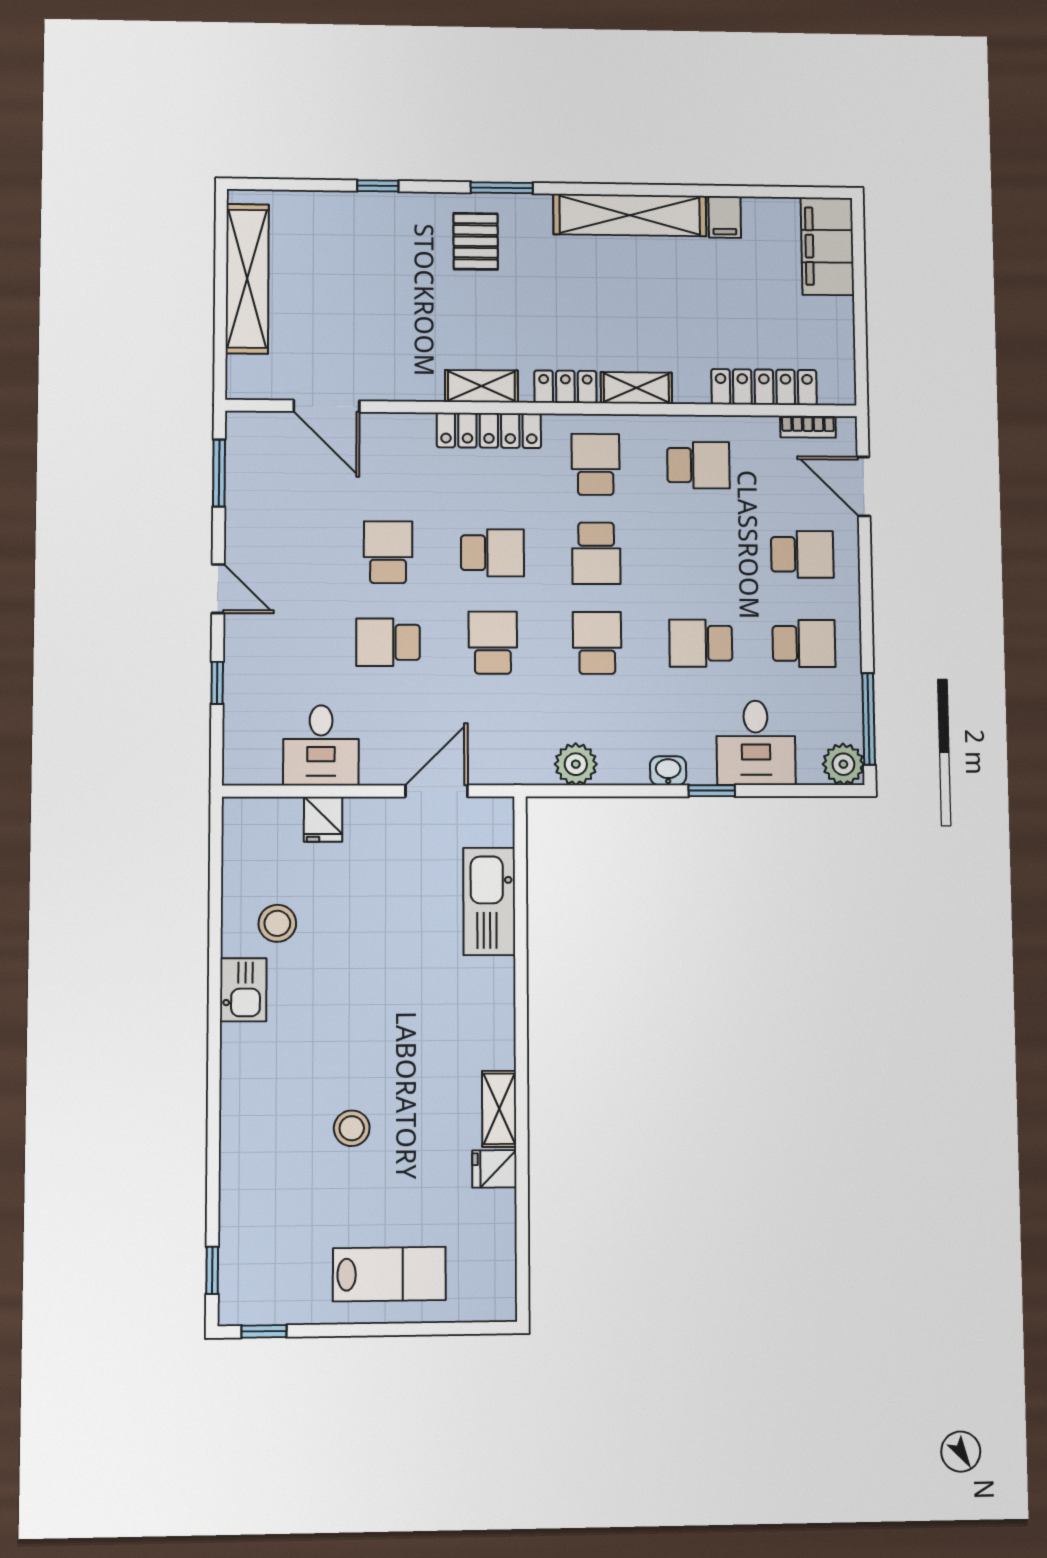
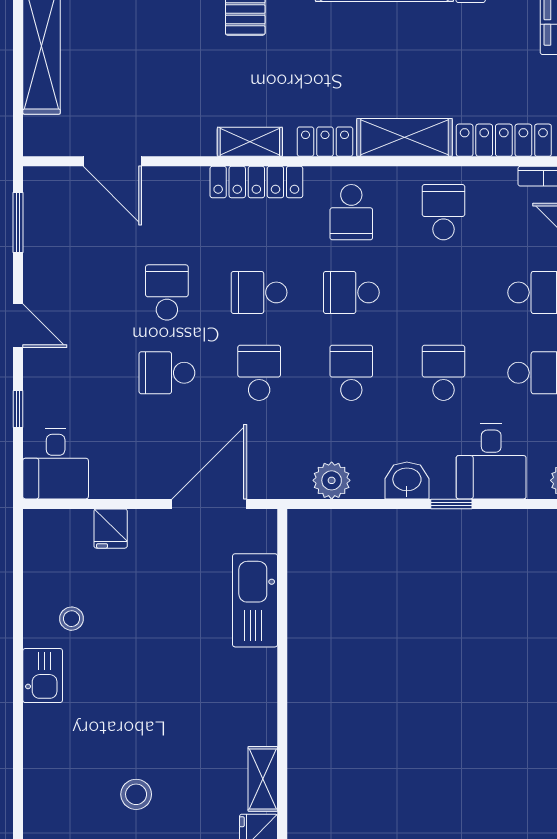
shelving: (636, 388) -> (405, 137), width x1.50, depth x1.33
school desk: (595, 464) -> (351, 212), turned 180
school desk: (698, 465) -> (443, 212), turned -90
school desk: (492, 553) -> (259, 292), turned 180
school desk: (596, 553) -> (351, 292), turned 90
school desk: (701, 643) -> (443, 373), turned 90
desk: (321, 745) -> (56, 464), moved
washbasin: (668, 771) -> (407, 480), width x1.38, depth x1.45
door: (436, 791) -> (209, 504), width x1.36
stool: (277, 923) -> (72, 619), width x0.73, depth x0.73

